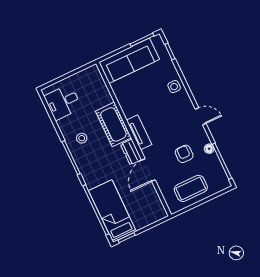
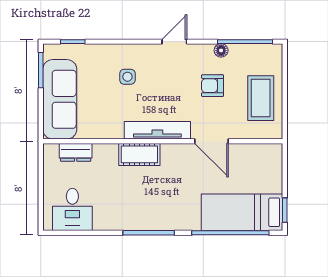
side table: (174, 87) -> (127, 77), moved
cot: (113, 124) -> (139, 154), width x0.73, depth x0.75
tv unit: (139, 132) -> (157, 130), width x1.41
stool: (82, 138) -> (130, 207), removed
dresser: (131, 152) -> (76, 152), moved

